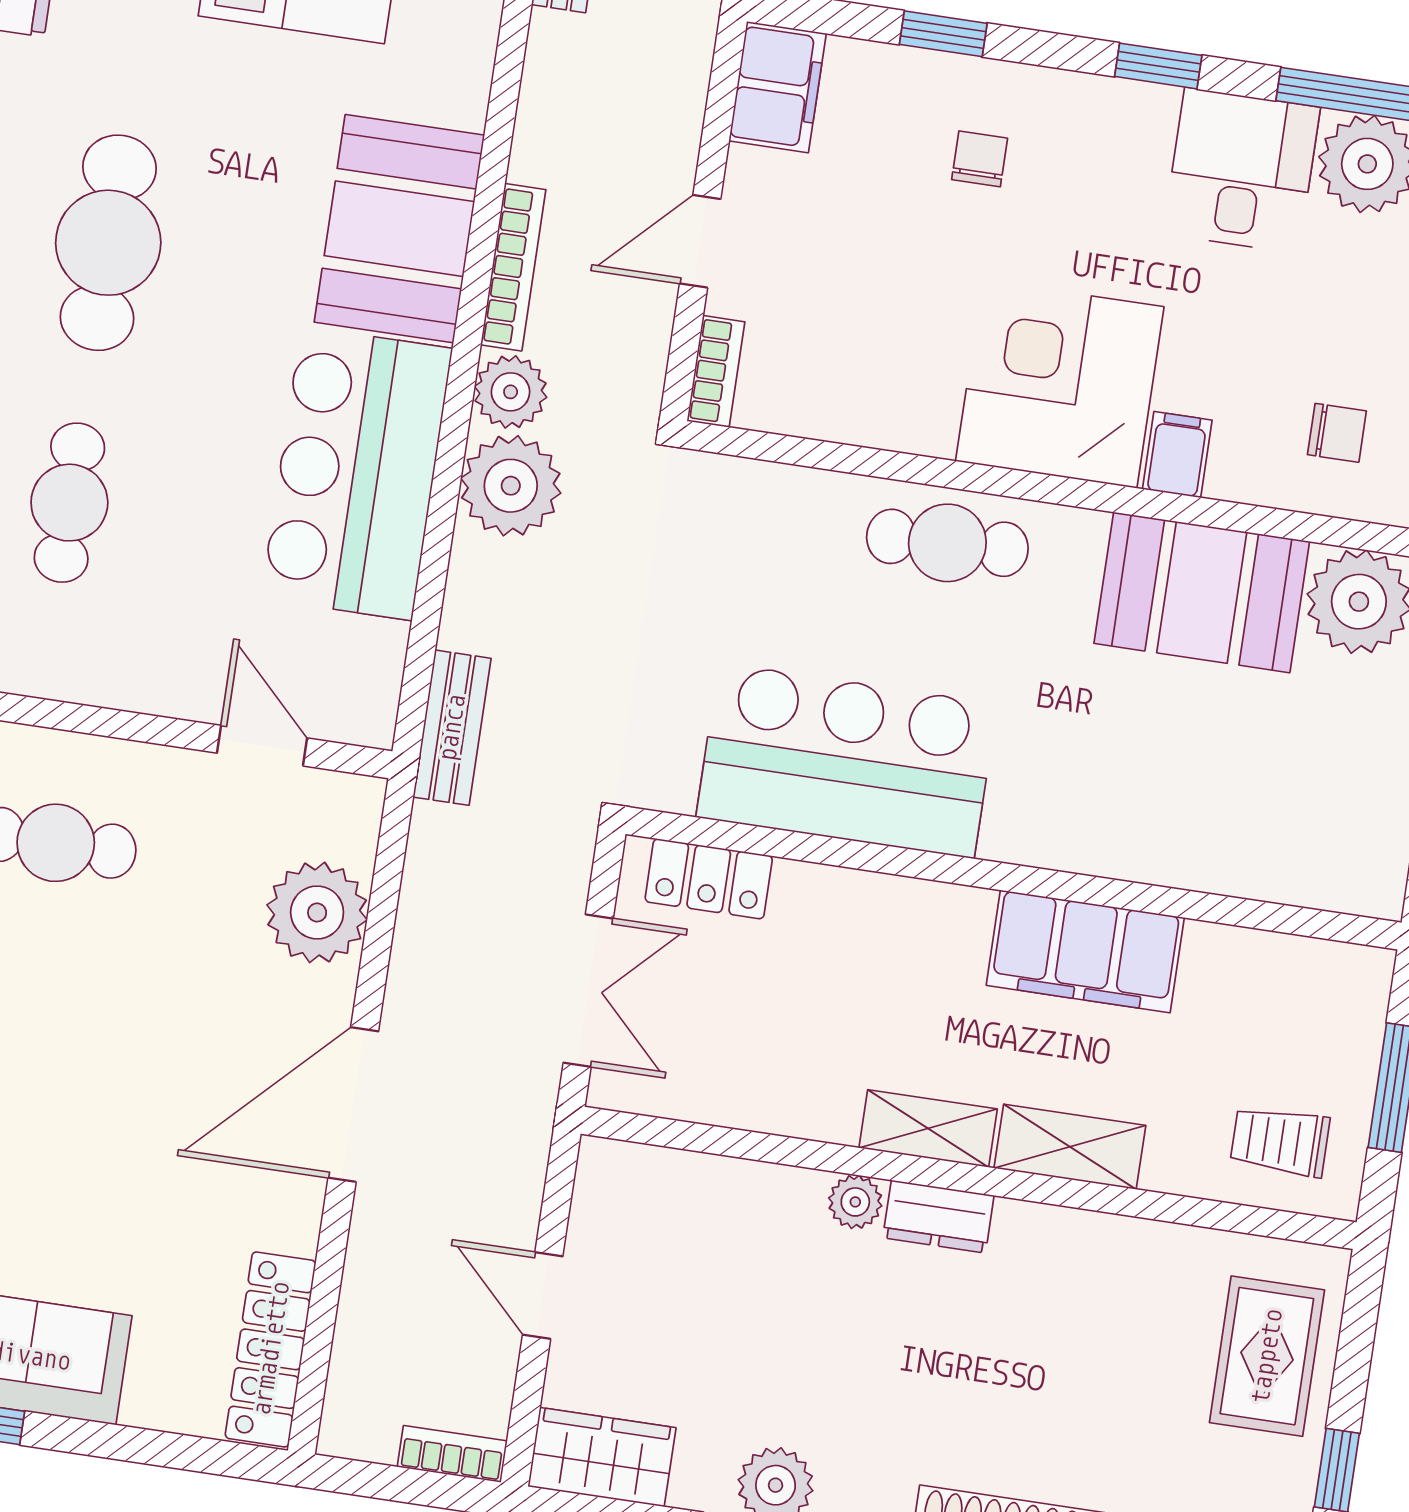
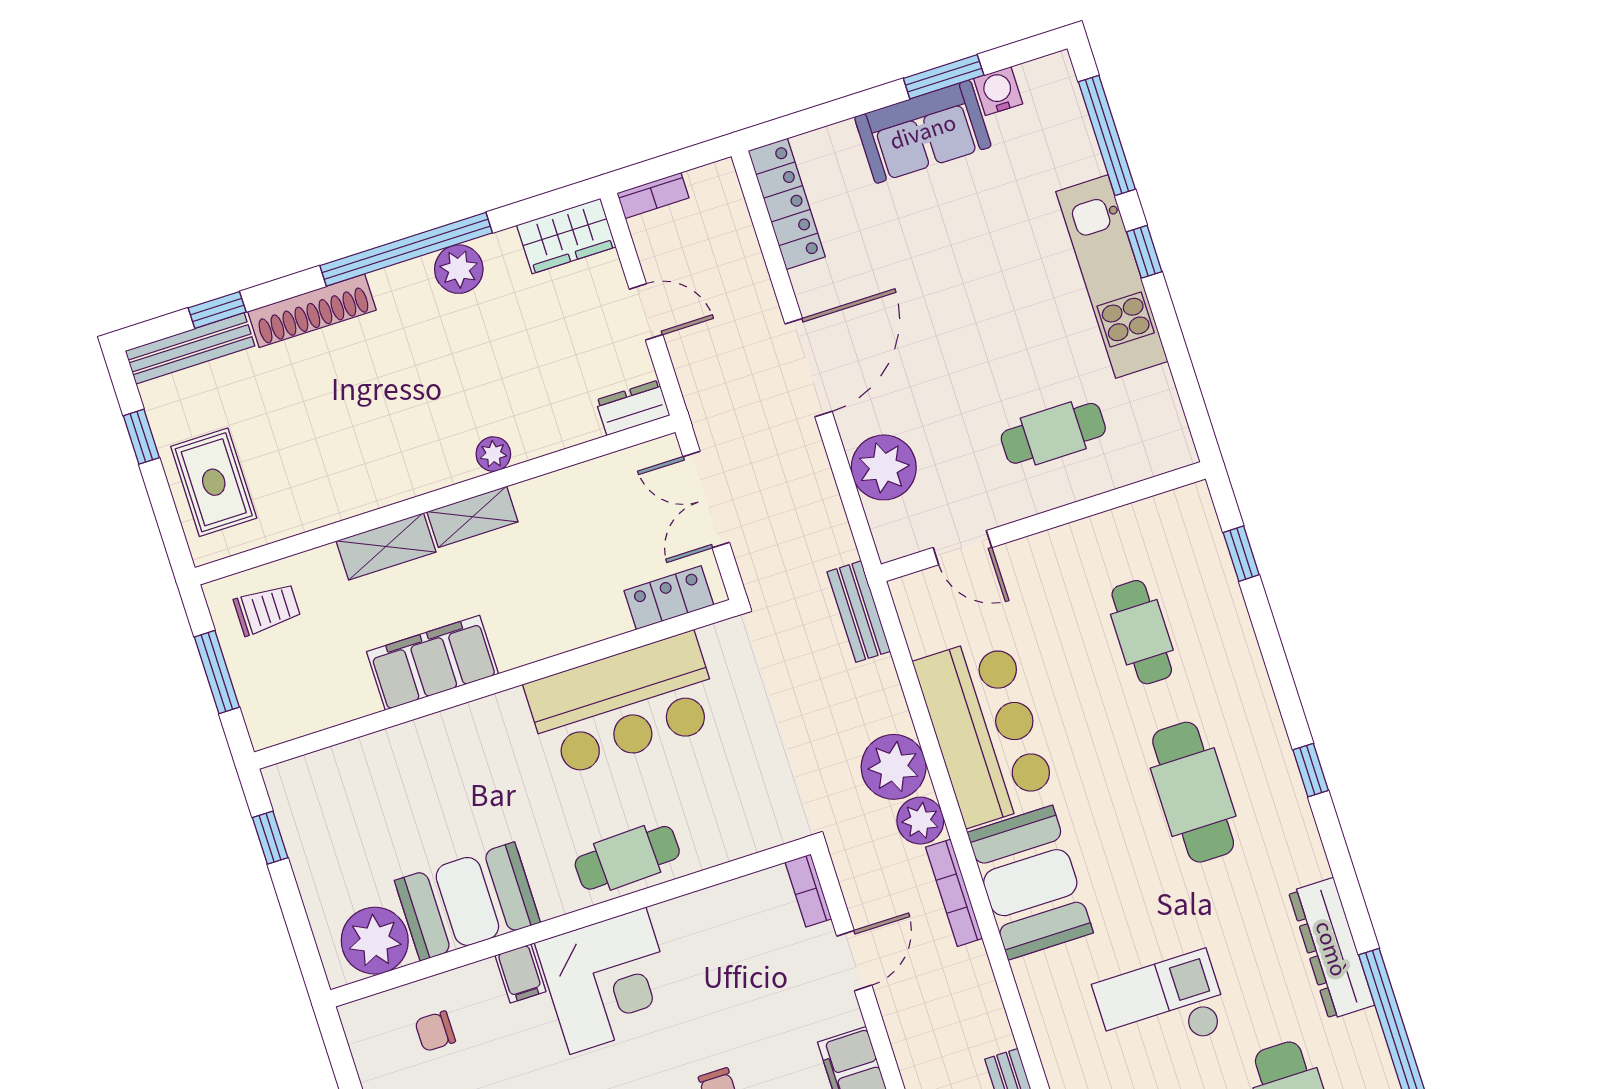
dresser: (938, 1217) -> (633, 408), moved

